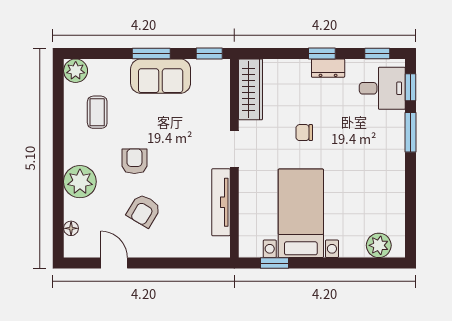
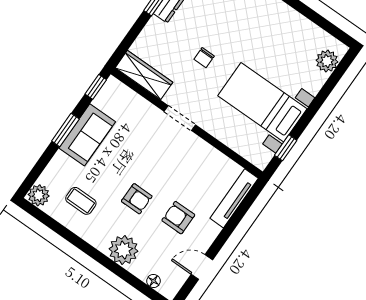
armchair: (134, 161) -> (137, 199), turned 180
tv unit: (221, 202) -> (234, 198), moved, turned 90
armchair: (144, 211) -> (178, 218), turned 149

